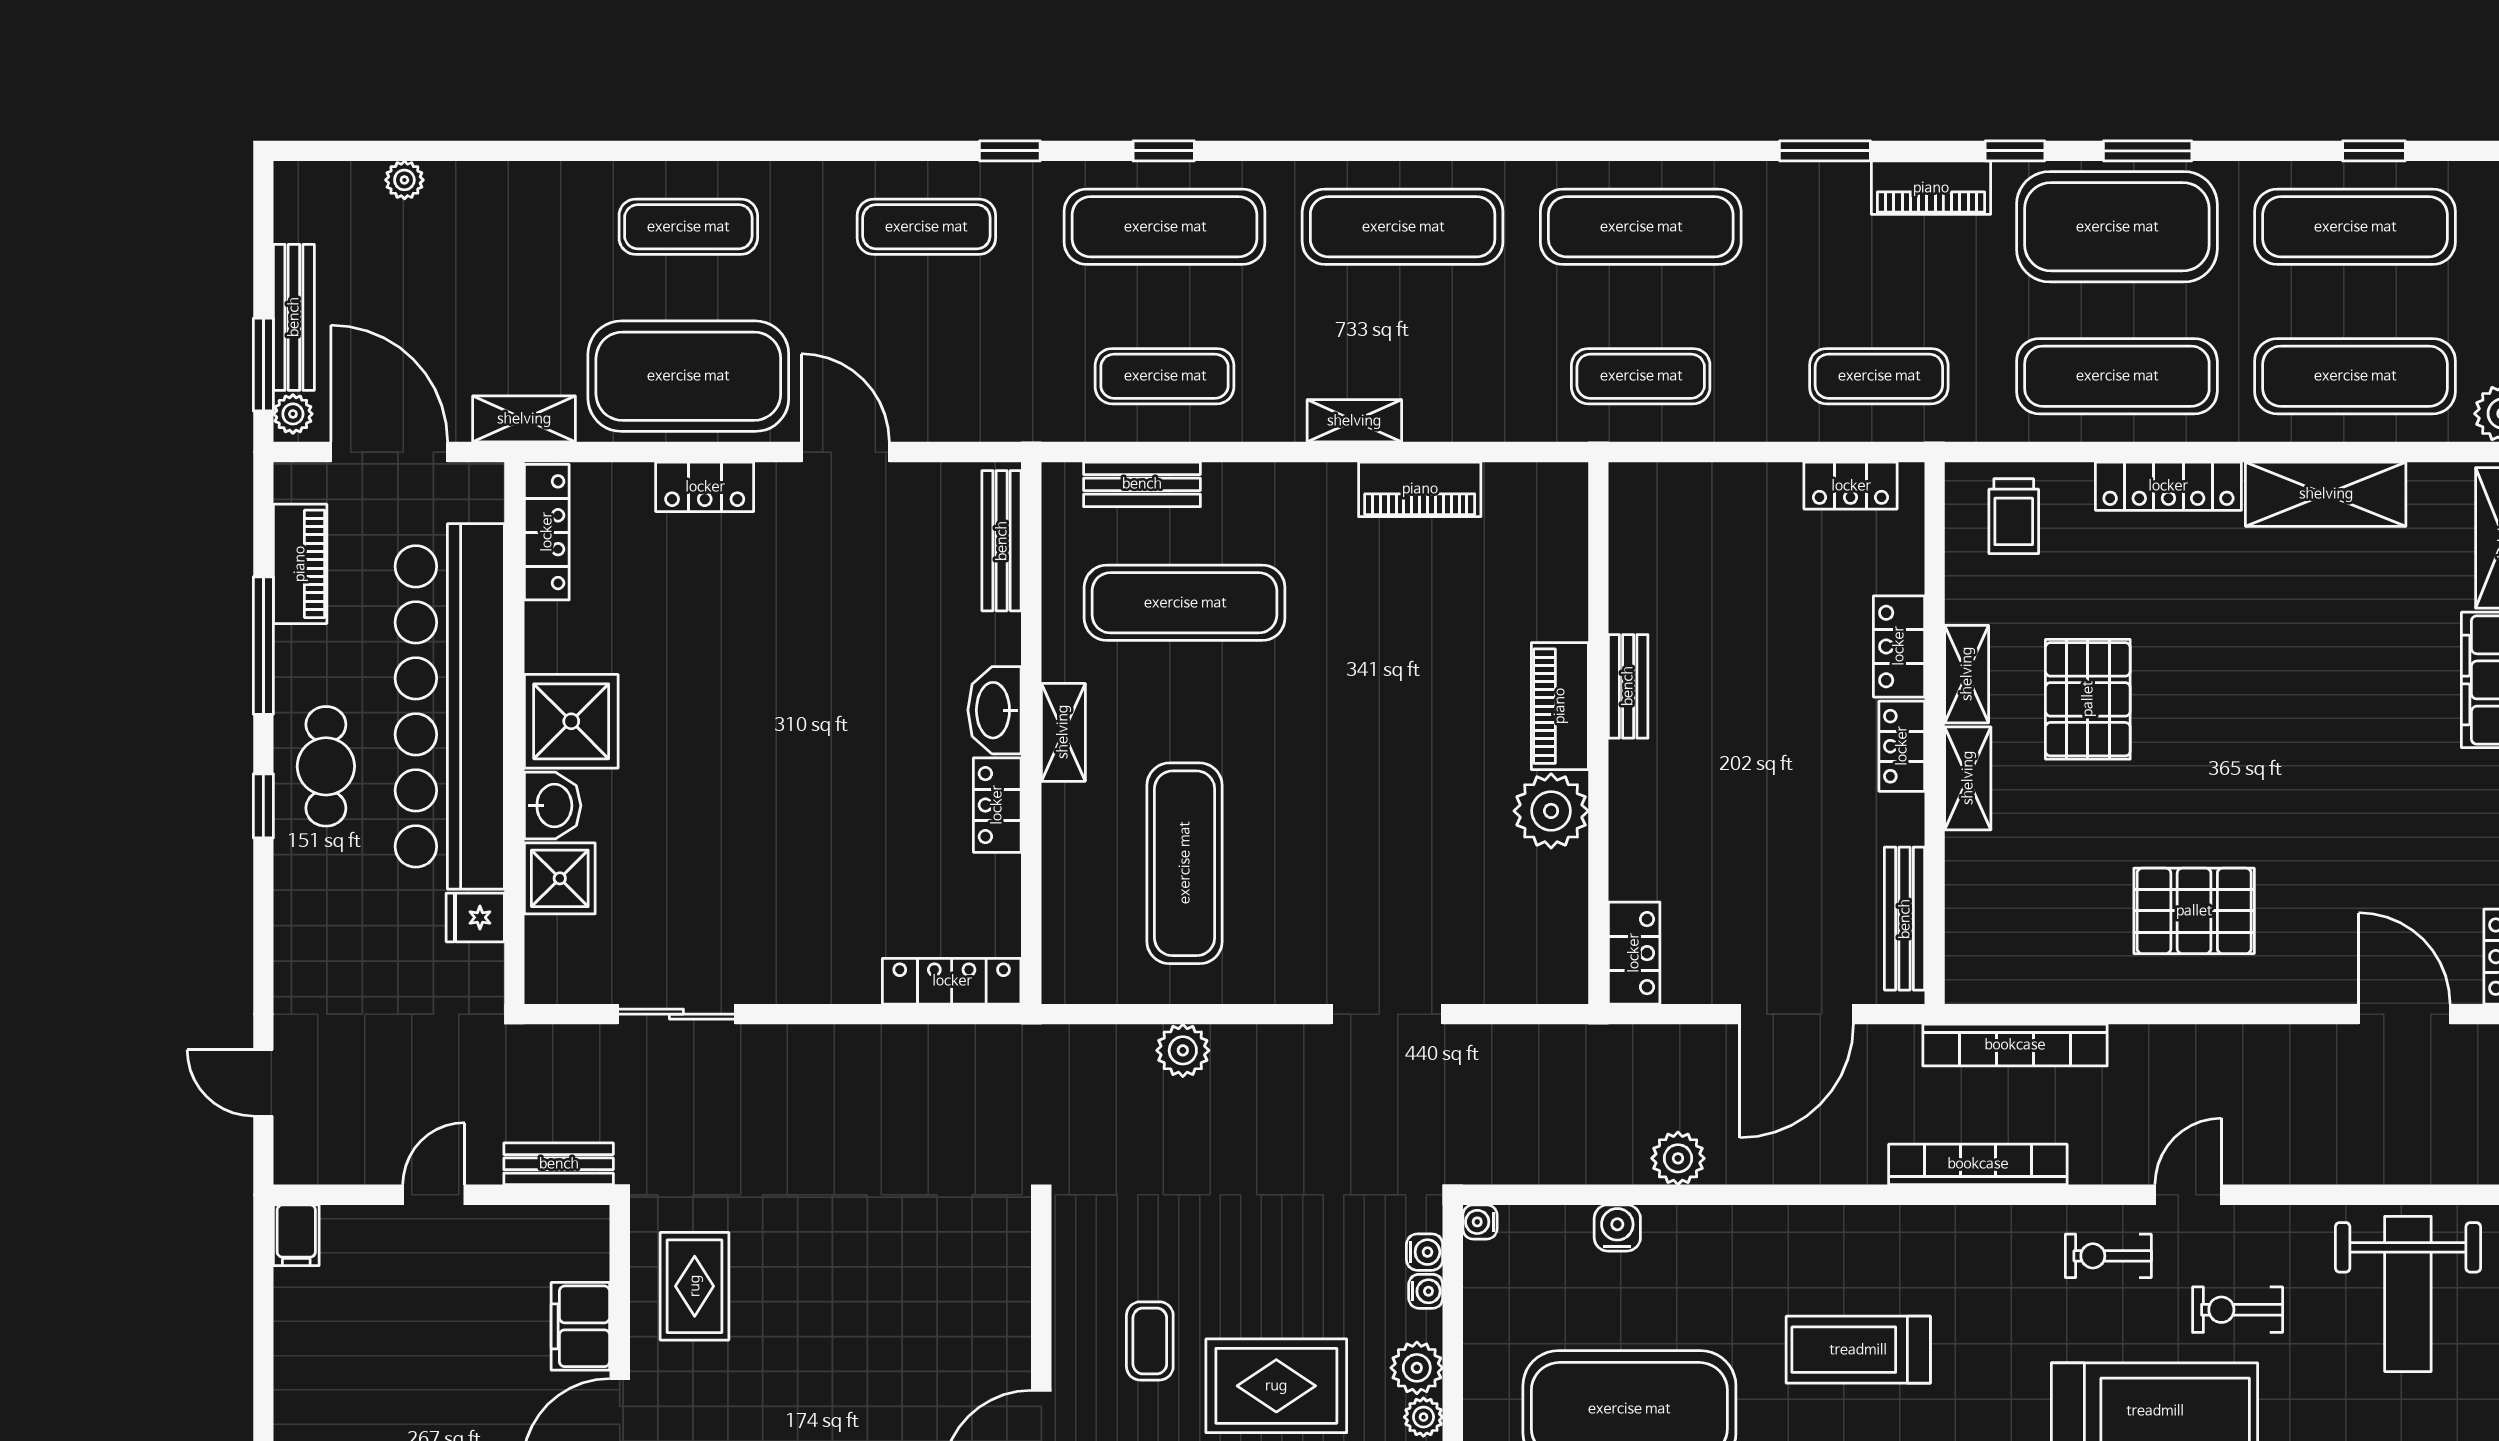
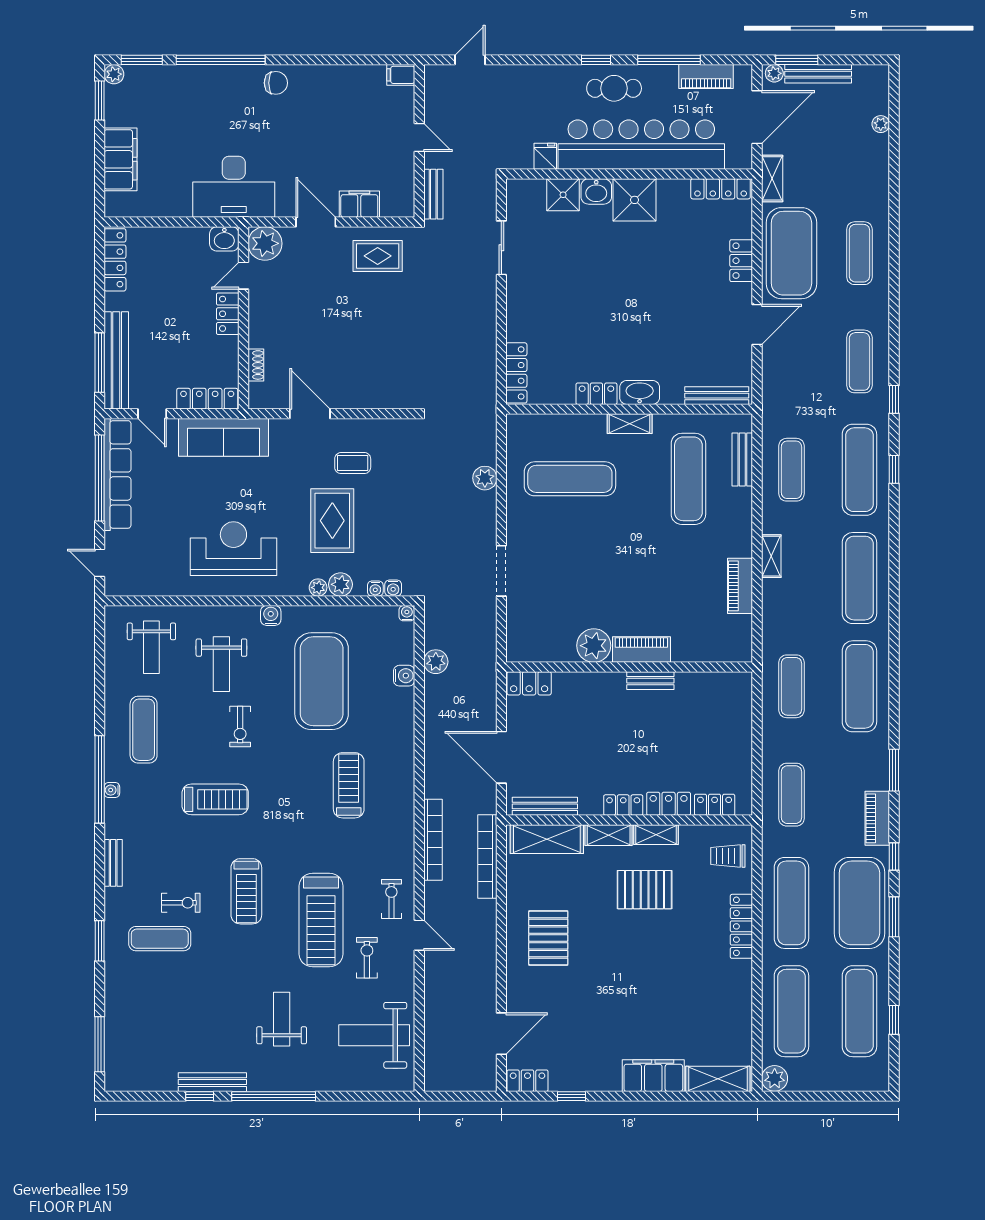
locker: (1851, 486) -> (715, 805), moved, turned 90
shelving: (2326, 494) -> (547, 839), moved, turned 90
plant: (1678, 1158) -> (436, 662), moved

